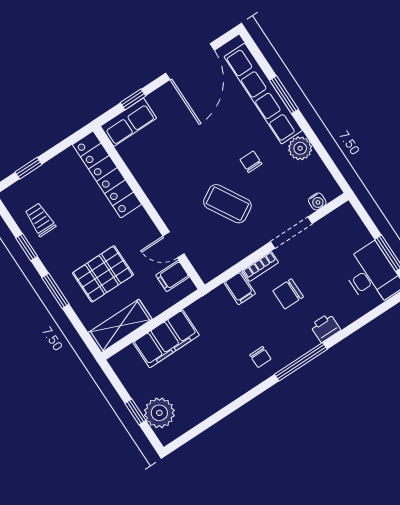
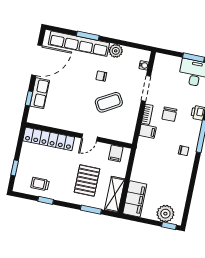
door: (190, 62) -> (37, 60), hinge flipped
row of seats: (129, 122) -> (40, 93), moved
door: (173, 245) -> (89, 138), moved
window: (55, 291) -> (91, 210), moved
filing cabinet: (166, 339) -> (135, 199), moved
window: (135, 412) -> (169, 226), moved

